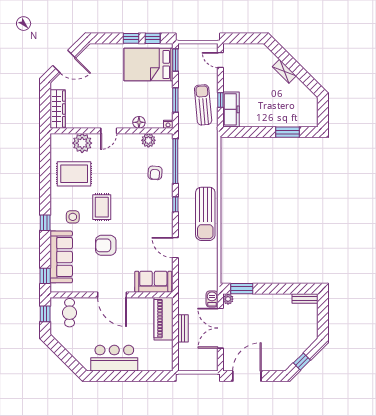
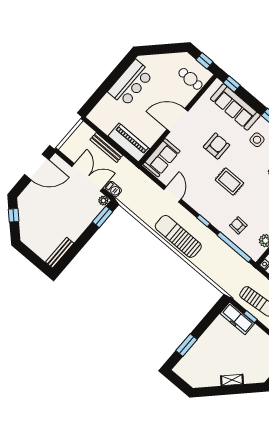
rug: (102, 207) -> (229, 182), moved
door: (175, 248) -> (172, 194), hinge flipped
bench: (305, 298) -> (60, 253), width x1.36
bench: (183, 328) -> (106, 147), width x1.36
door: (247, 376) -> (37, 167), hinge flipped

